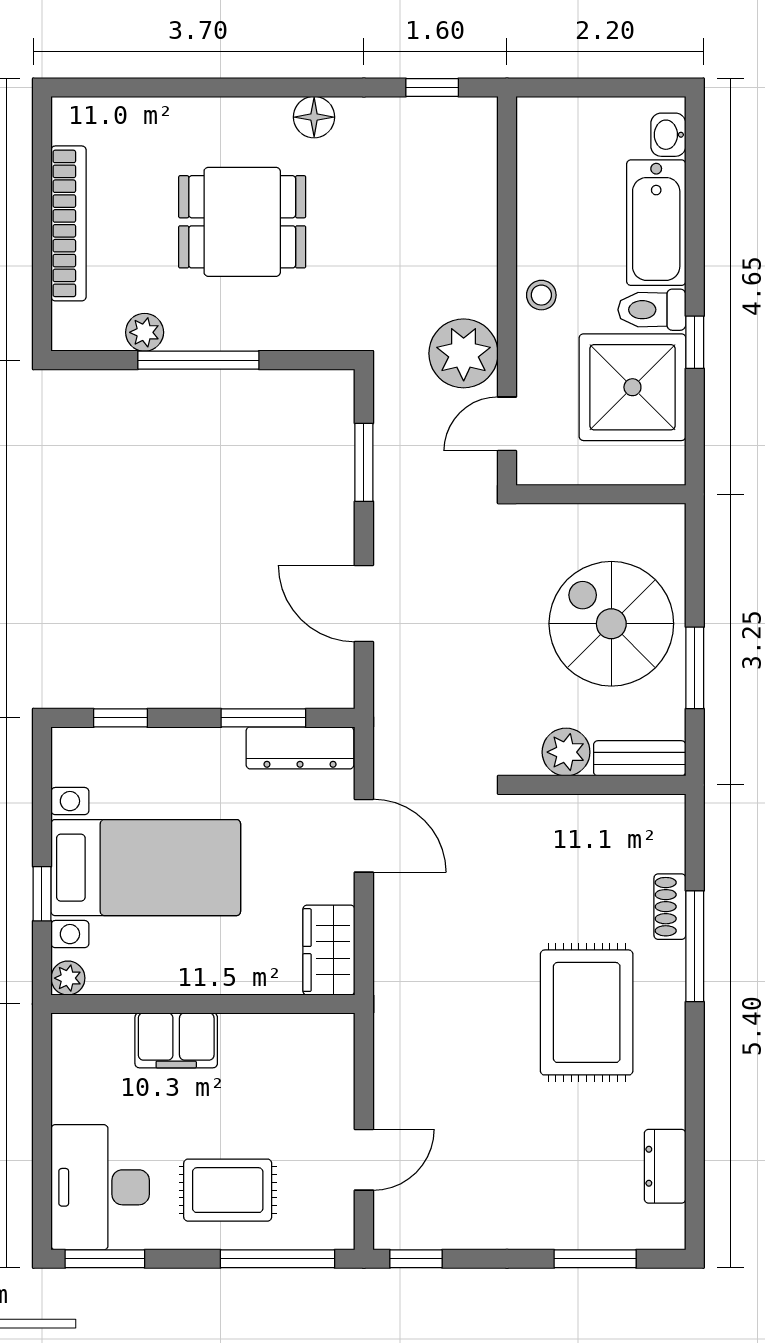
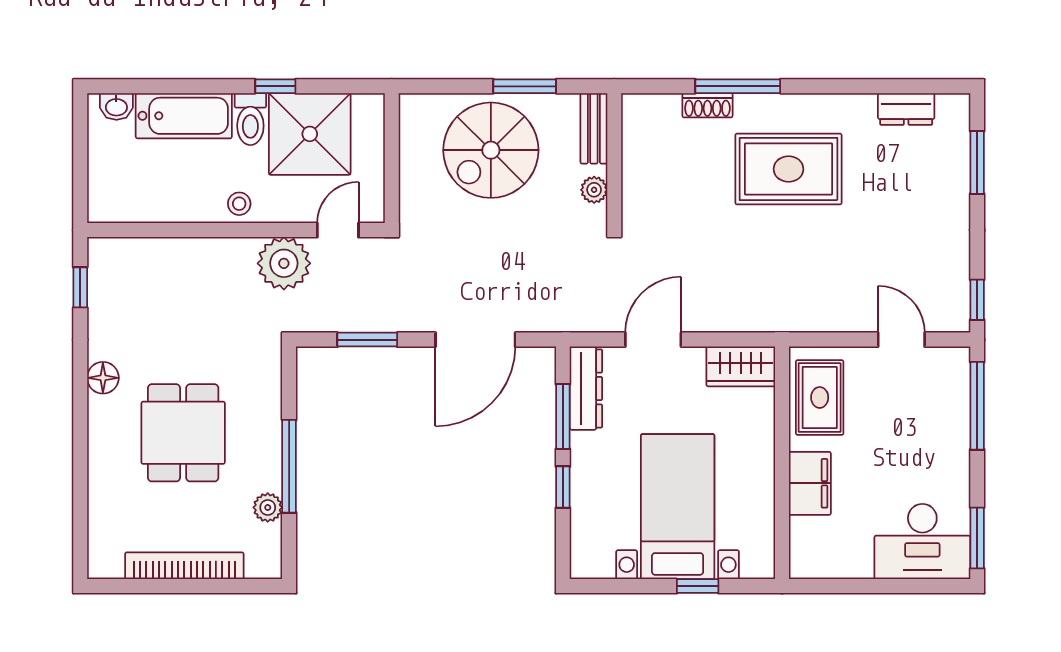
door: (507, 424) -> (338, 230), swing flipped
door: (364, 603) -> (475, 340), width x1.36
window: (121, 718) -> (563, 487), moved
plant: (566, 752) -> (594, 190), width x0.73, depth x0.73
plant: (68, 978) -> (762, 566), removed
rug: (228, 1190) -> (820, 397), moved

